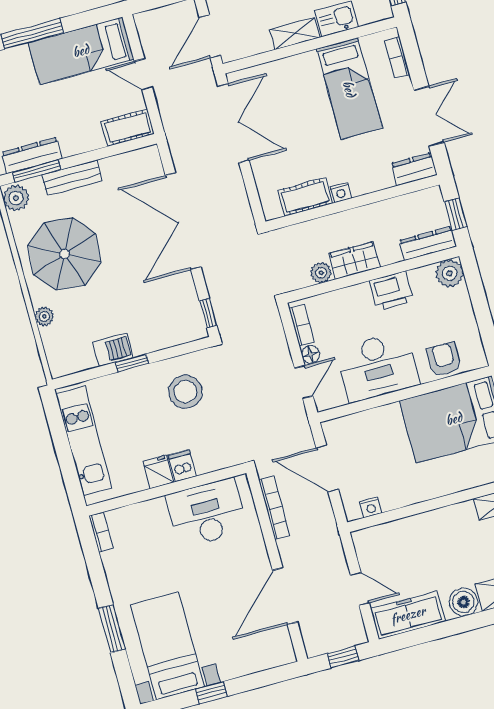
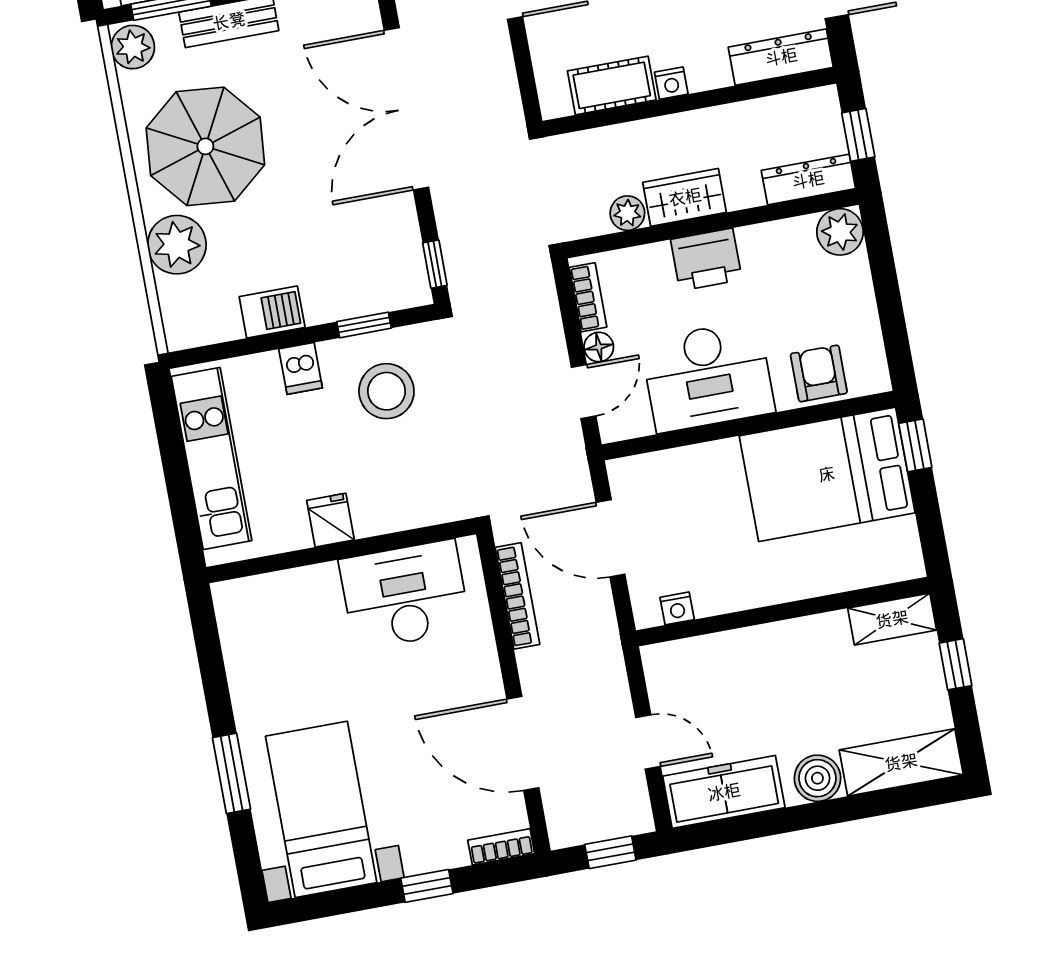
dresser: (414, 169) -> (781, 57), width x1.44
printer: (391, 291) -> (706, 260), moved
plant: (44, 316) -> (177, 245), width x1.88, depth x1.88
window: (132, 363) -> (364, 325), moved
dishwasher: (182, 466) -> (301, 368), moved, turned 180
bookcase: (101, 532) -> (501, 847), moved, turned -90
door: (285, 596) -> (523, 743), hinge flipped
window: (211, 693) -> (427, 886), moved

